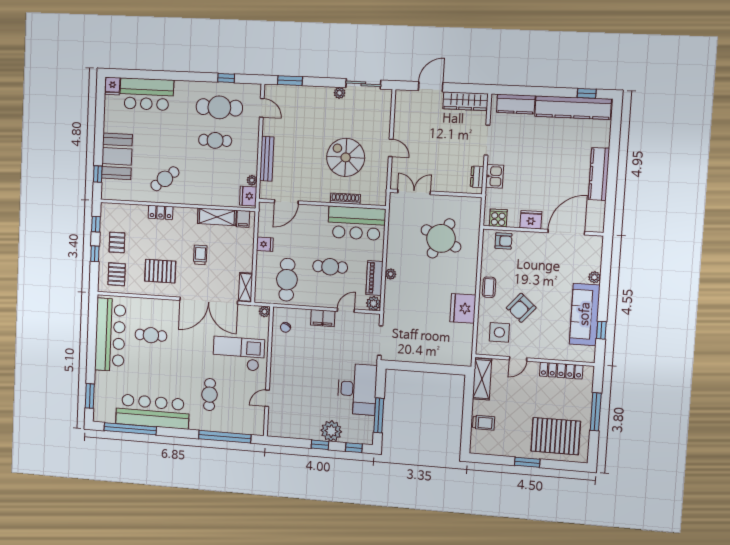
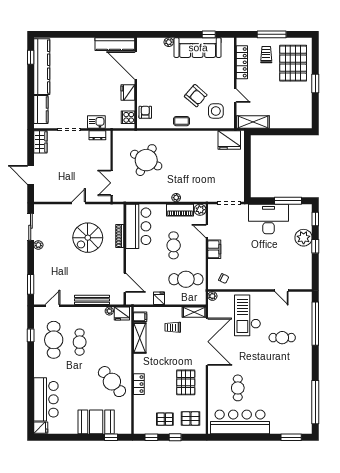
wardrobe: (466, 101) -> (40, 142), width x0.67
kitchen counter: (599, 174) -> (115, 44), moved
cafe table: (165, 179) -> (112, 382), width x1.37, depth x1.35
trolley: (200, 255) -> (173, 327), moved
fridge: (463, 308) -> (229, 140), moved
bar counter: (152, 412) -> (300, 384), removed
trolley: (484, 423) -> (266, 55), moved

